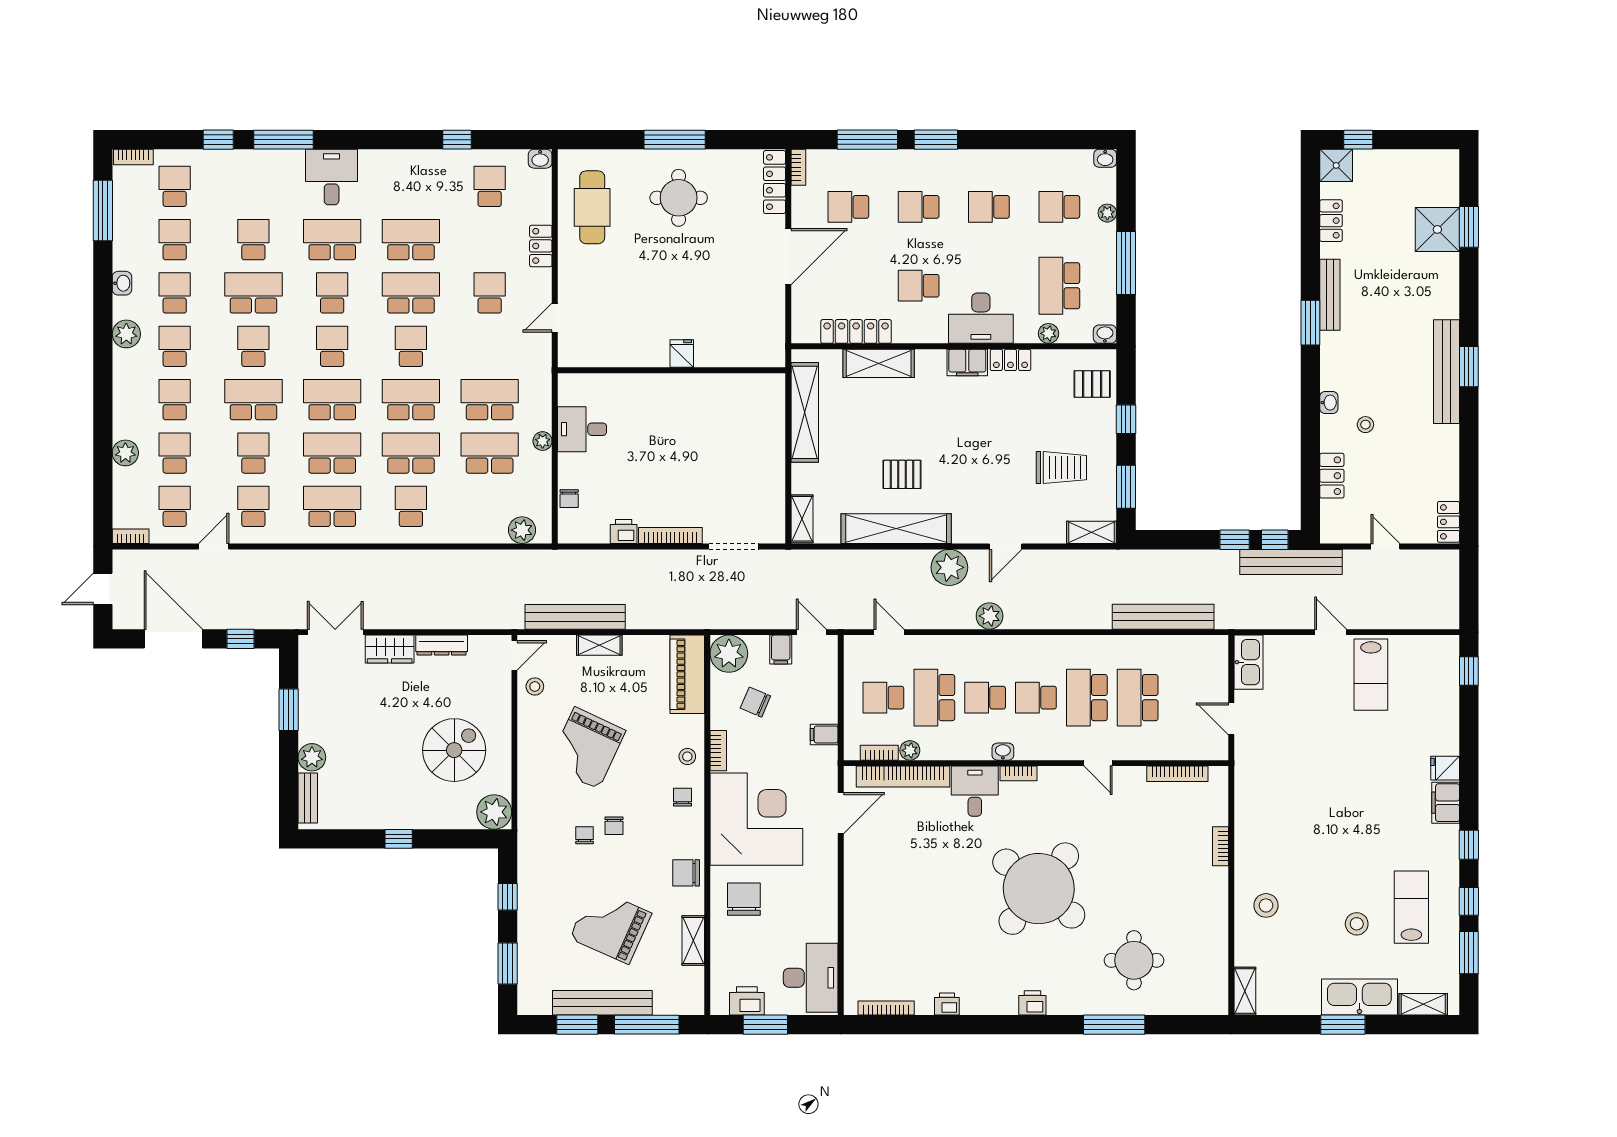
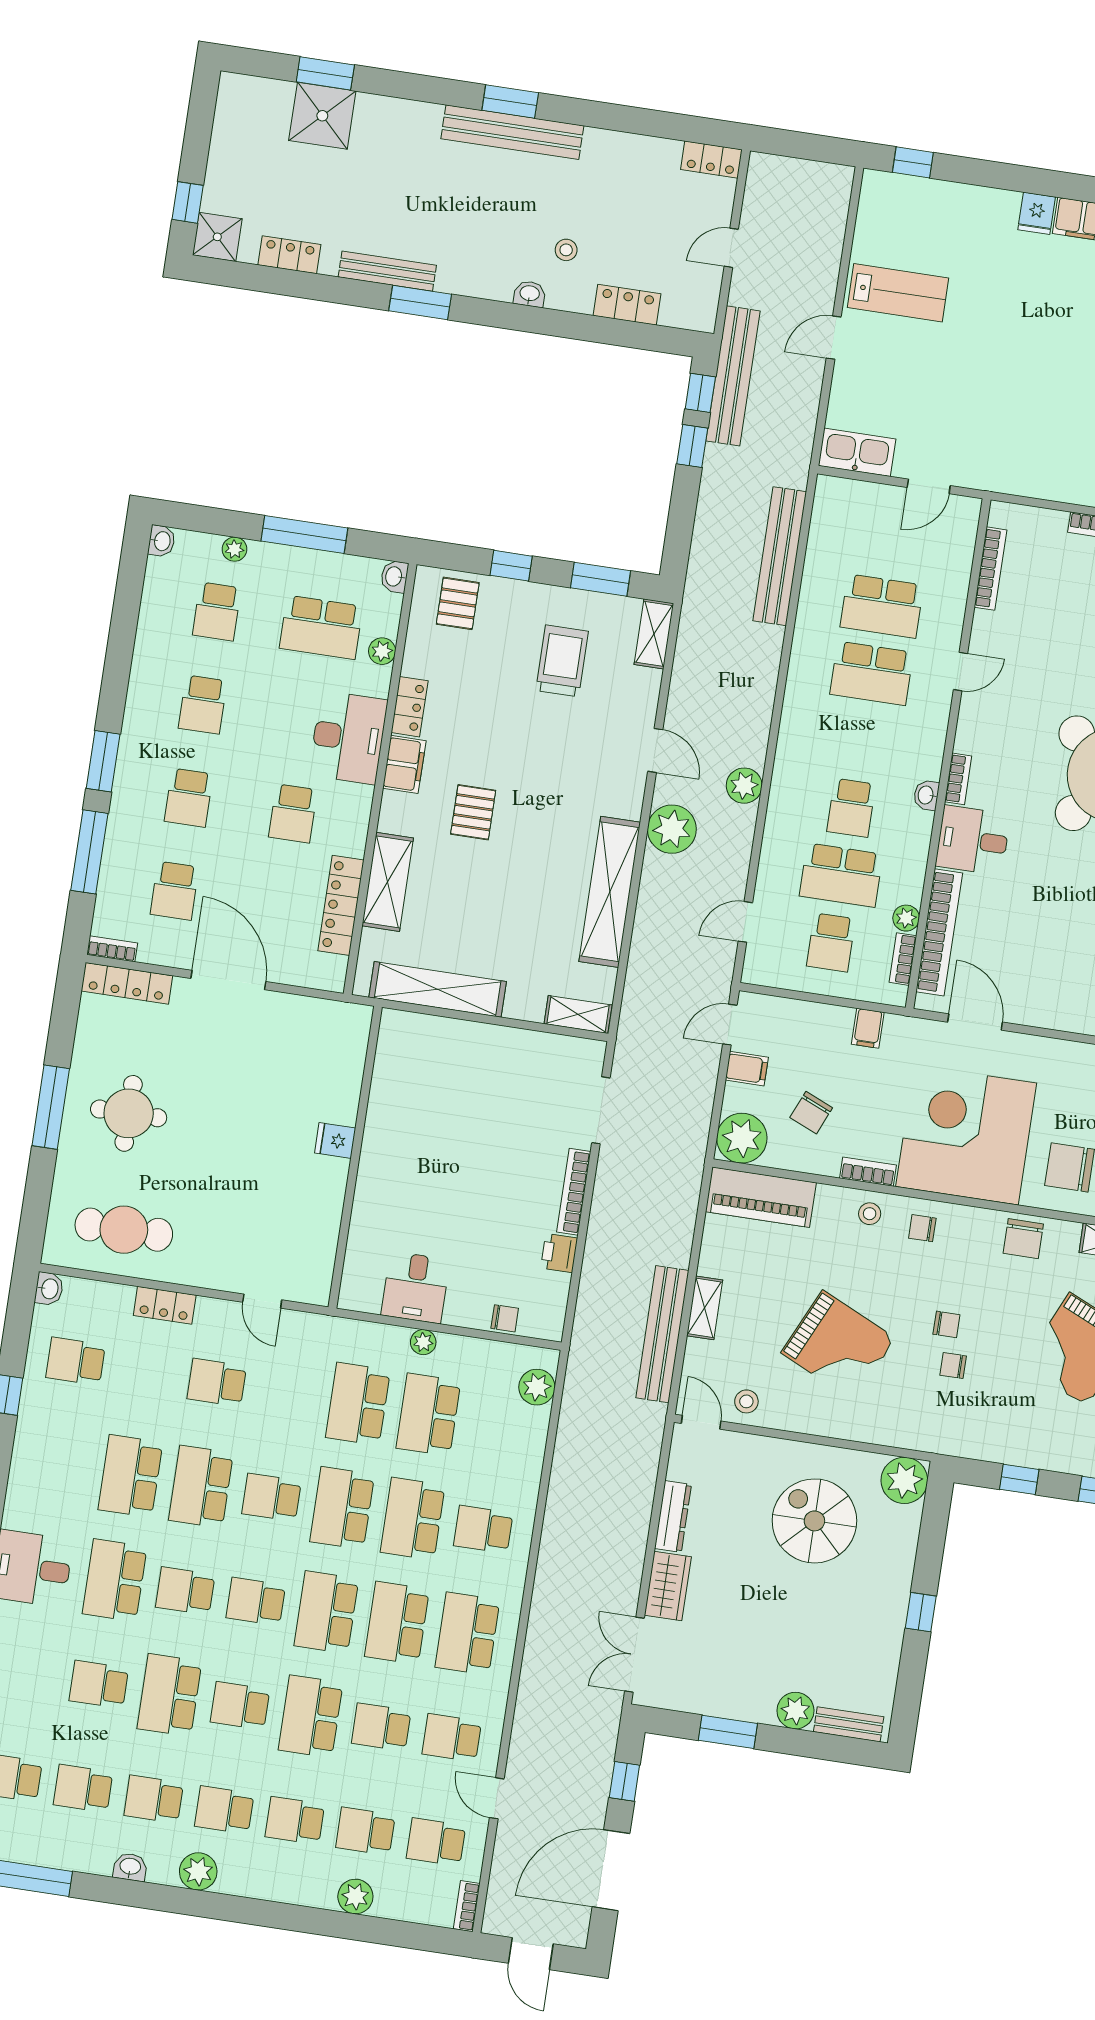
pallet: (902, 474) -> (473, 812), moved
school desk: (1036, 698) -> (861, 741), removed

